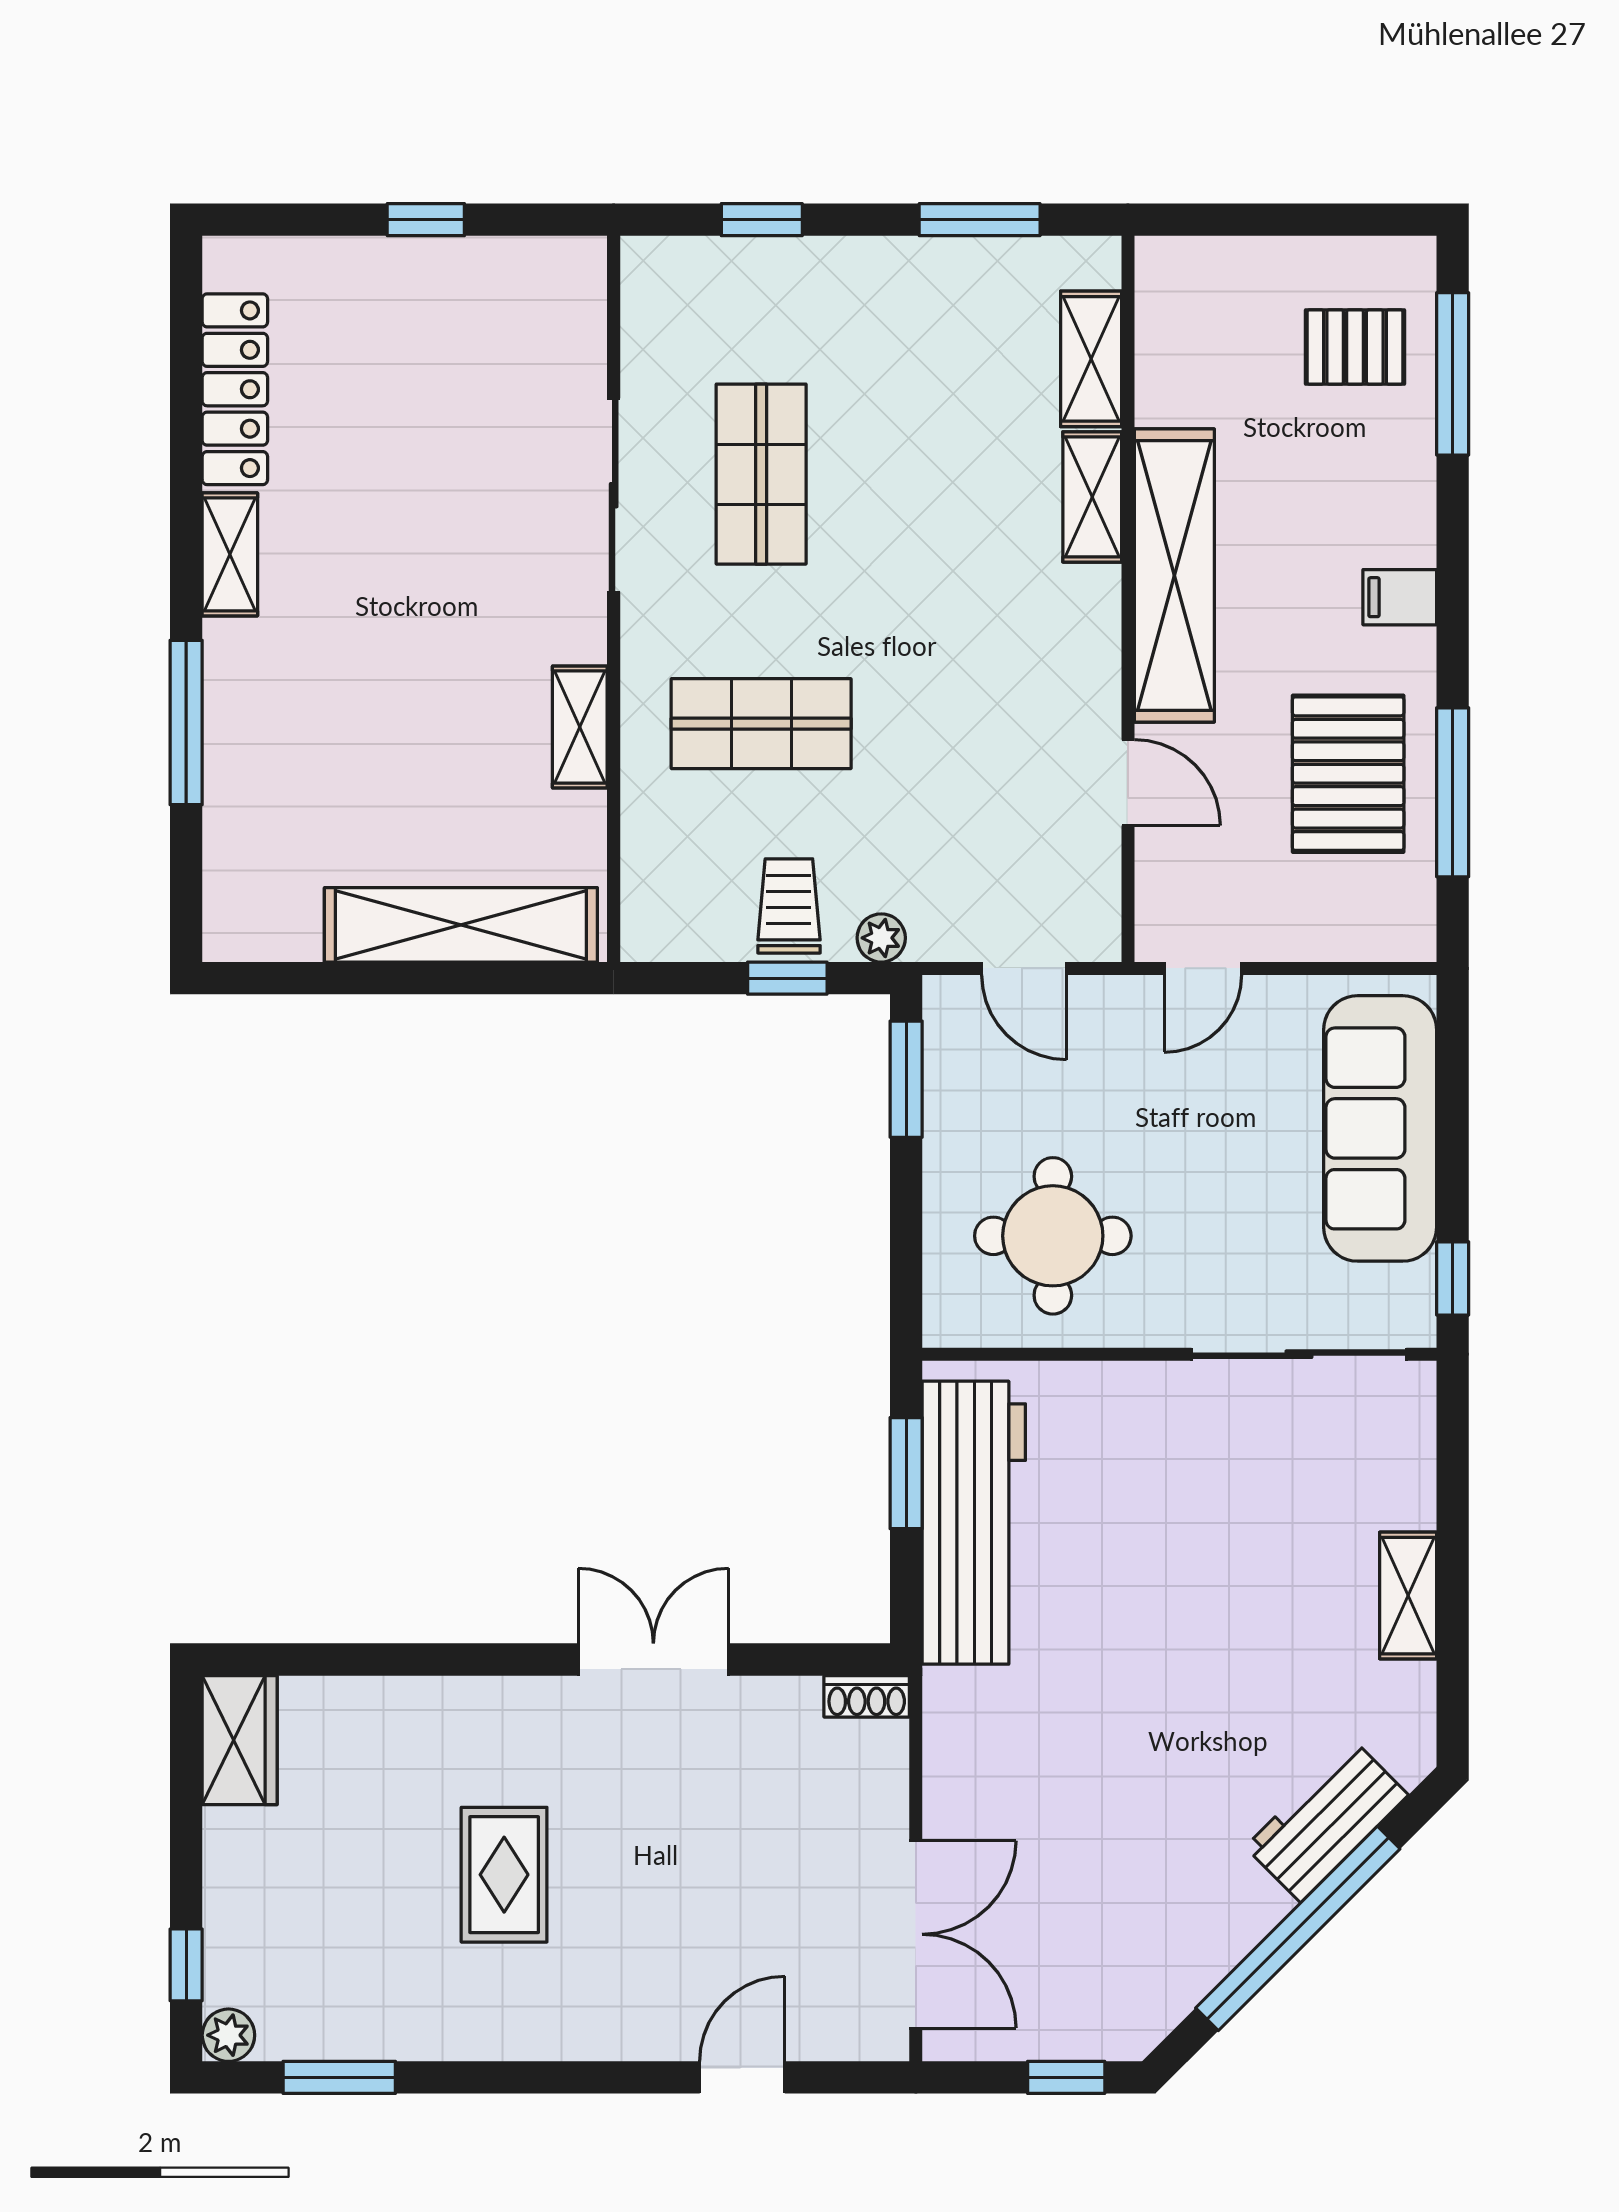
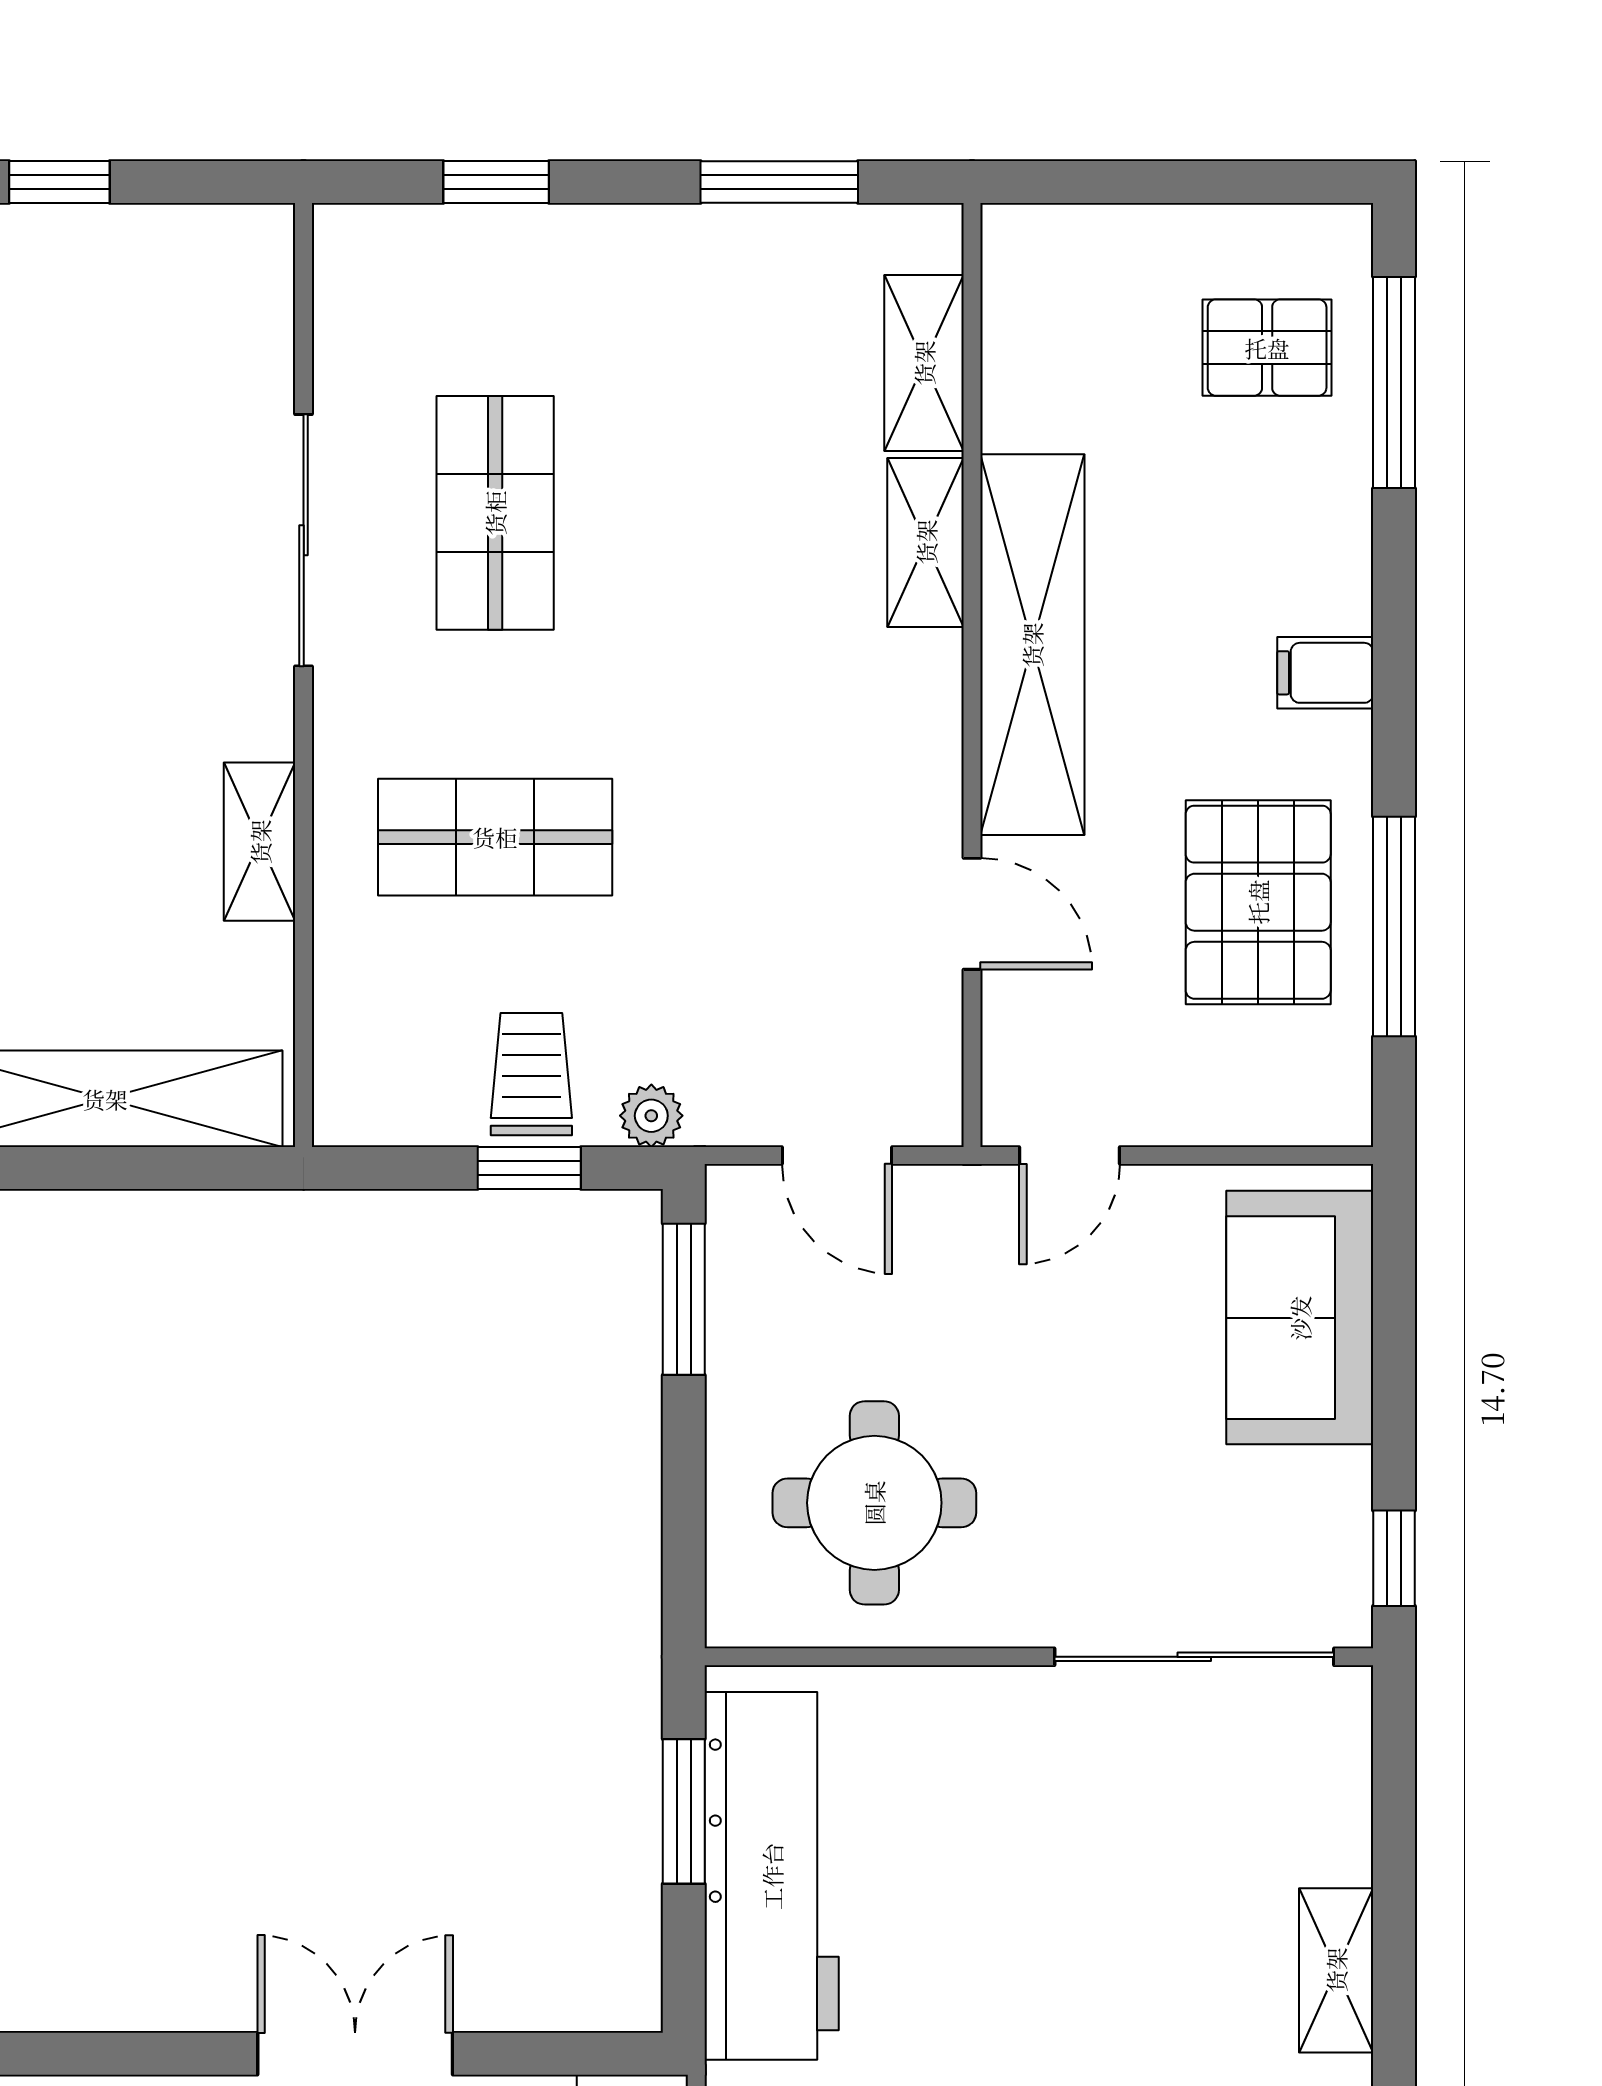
sofa: (1380, 1128) -> (1300, 1318), width x0.73

